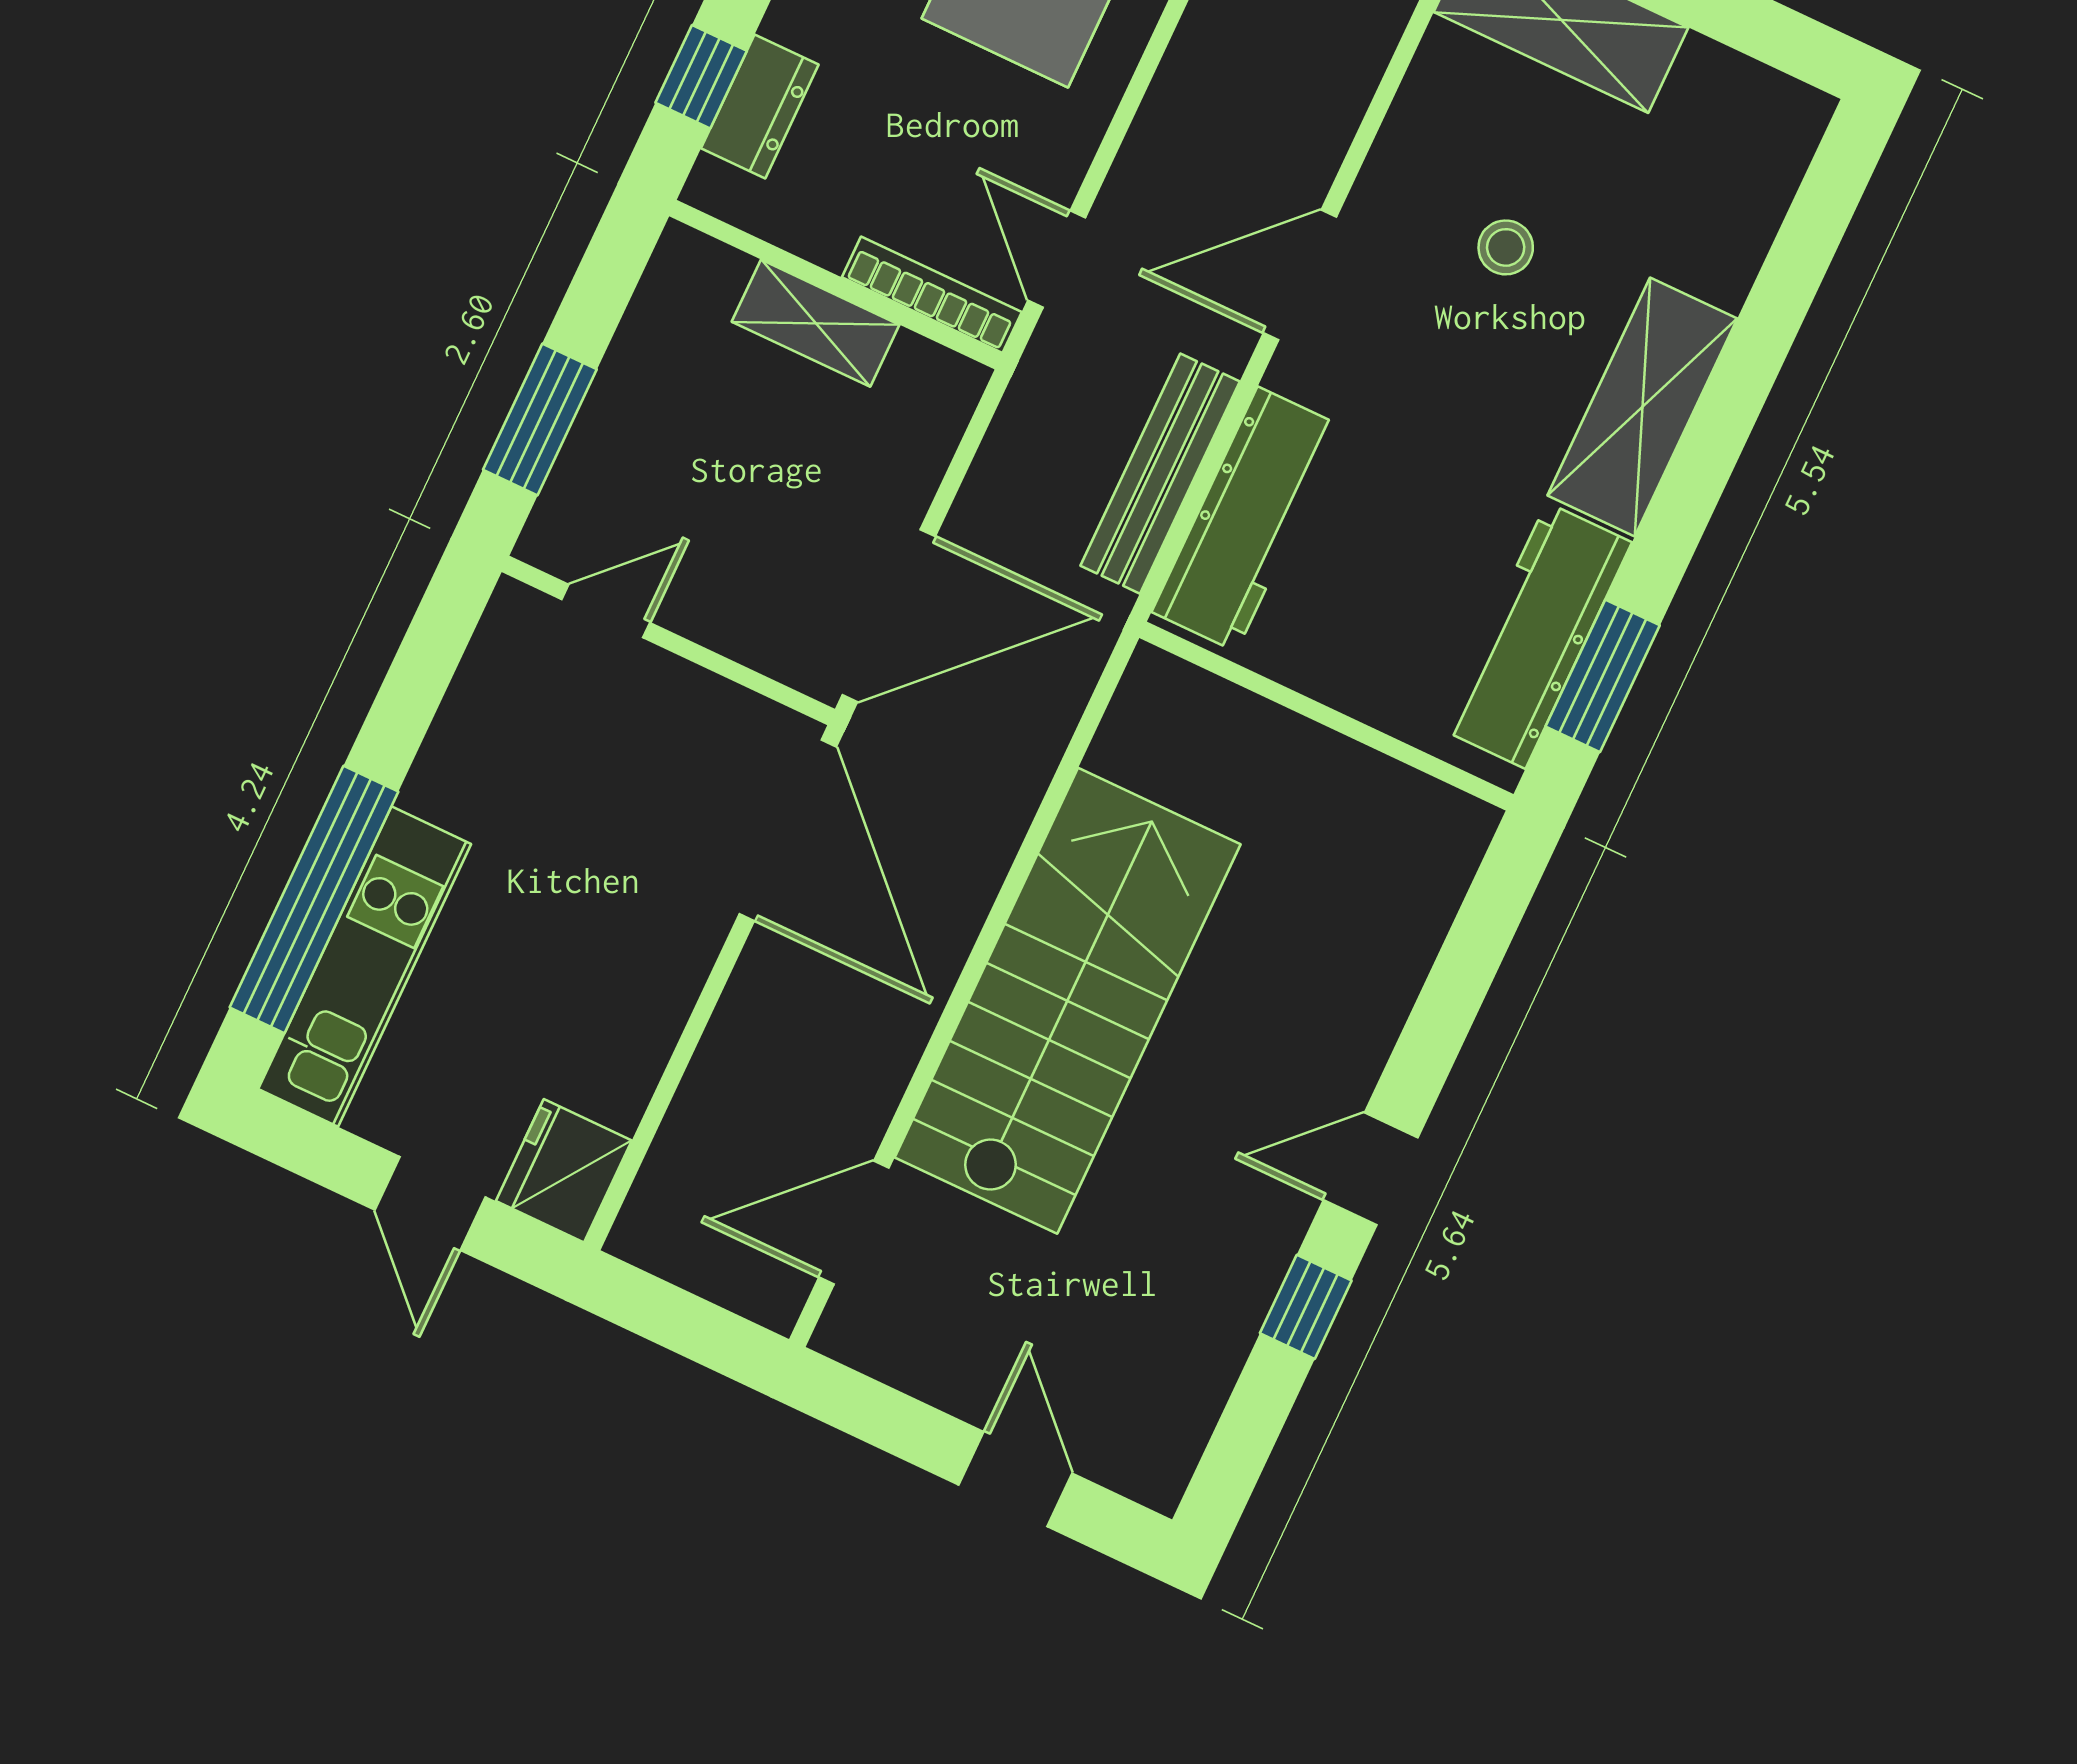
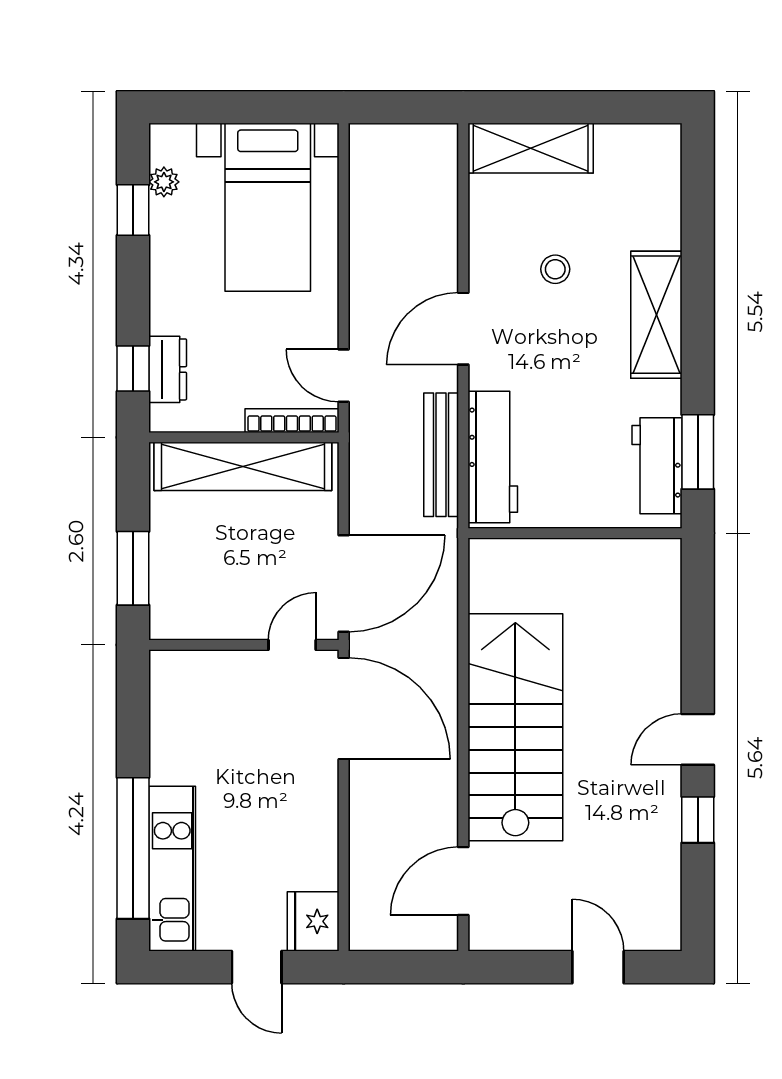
shelving: (816, 323) -> (243, 466), width x2.20, depth x1.33
door: (606, 611) -> (292, 645), moved
workbench: (1536, 636) -> (657, 466), width x0.73

